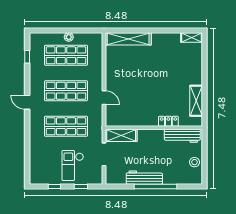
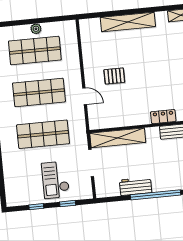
shelving: (128, 39) -> (128, 22), moved
pallet: (131, 83) -> (114, 76), added
shelving: (121, 135) -> (118, 138), width x1.47
workbench: (144, 178) -> (136, 186), width x0.73

